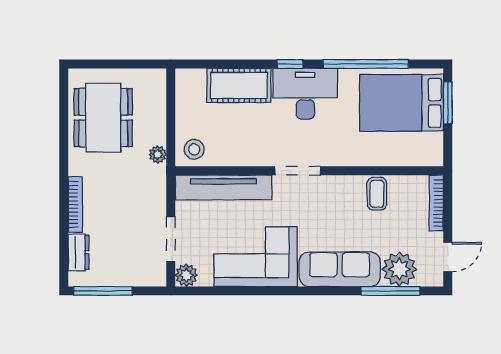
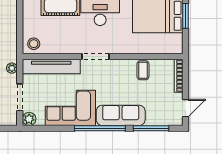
plant: (158, 154) -> (12, 68), moved
plant: (399, 269) -> (156, 115), removed
window: (305, 291) -> (100, 128), added

